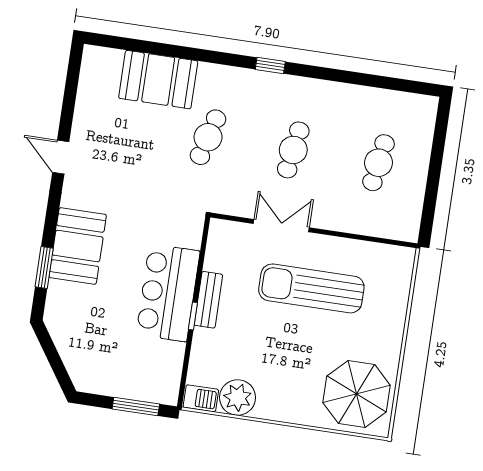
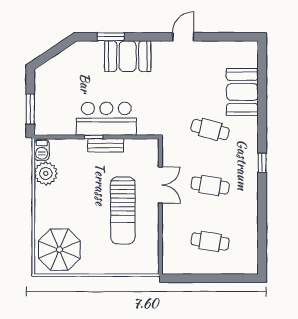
sun lounger: (311, 288) -> (123, 210), turned 180

